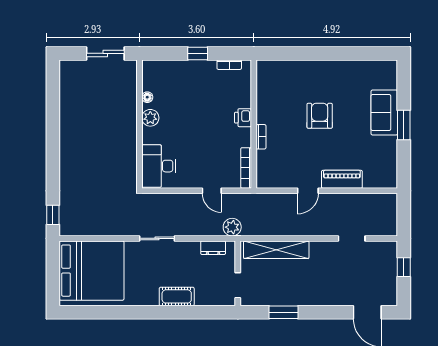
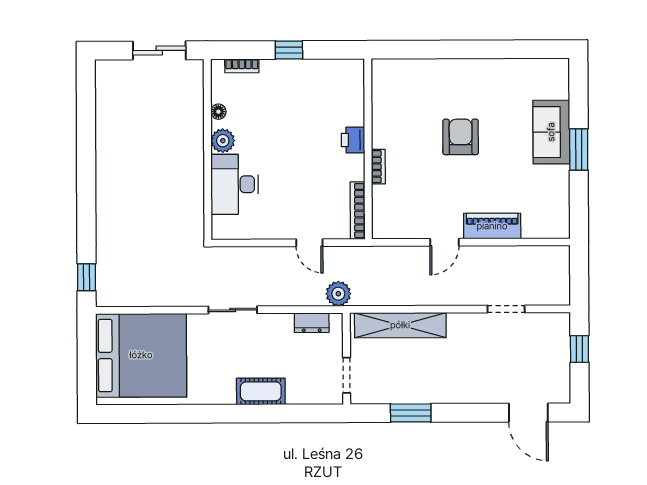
bookcase: (229, 65) -> (242, 66), moved
desk: (159, 166) -> (235, 184), moved

